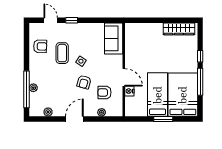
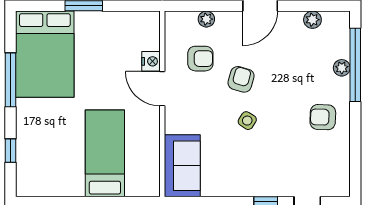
wardrobe: (179, 29) -> (53, 185), removed
armchair: (40, 46) -> (323, 117), moved
coffee table: (62, 53) -> (285, 137), removed
window: (200, 56) -> (11, 151), moved
bed: (158, 95) -> (105, 153), moved, turned 180

